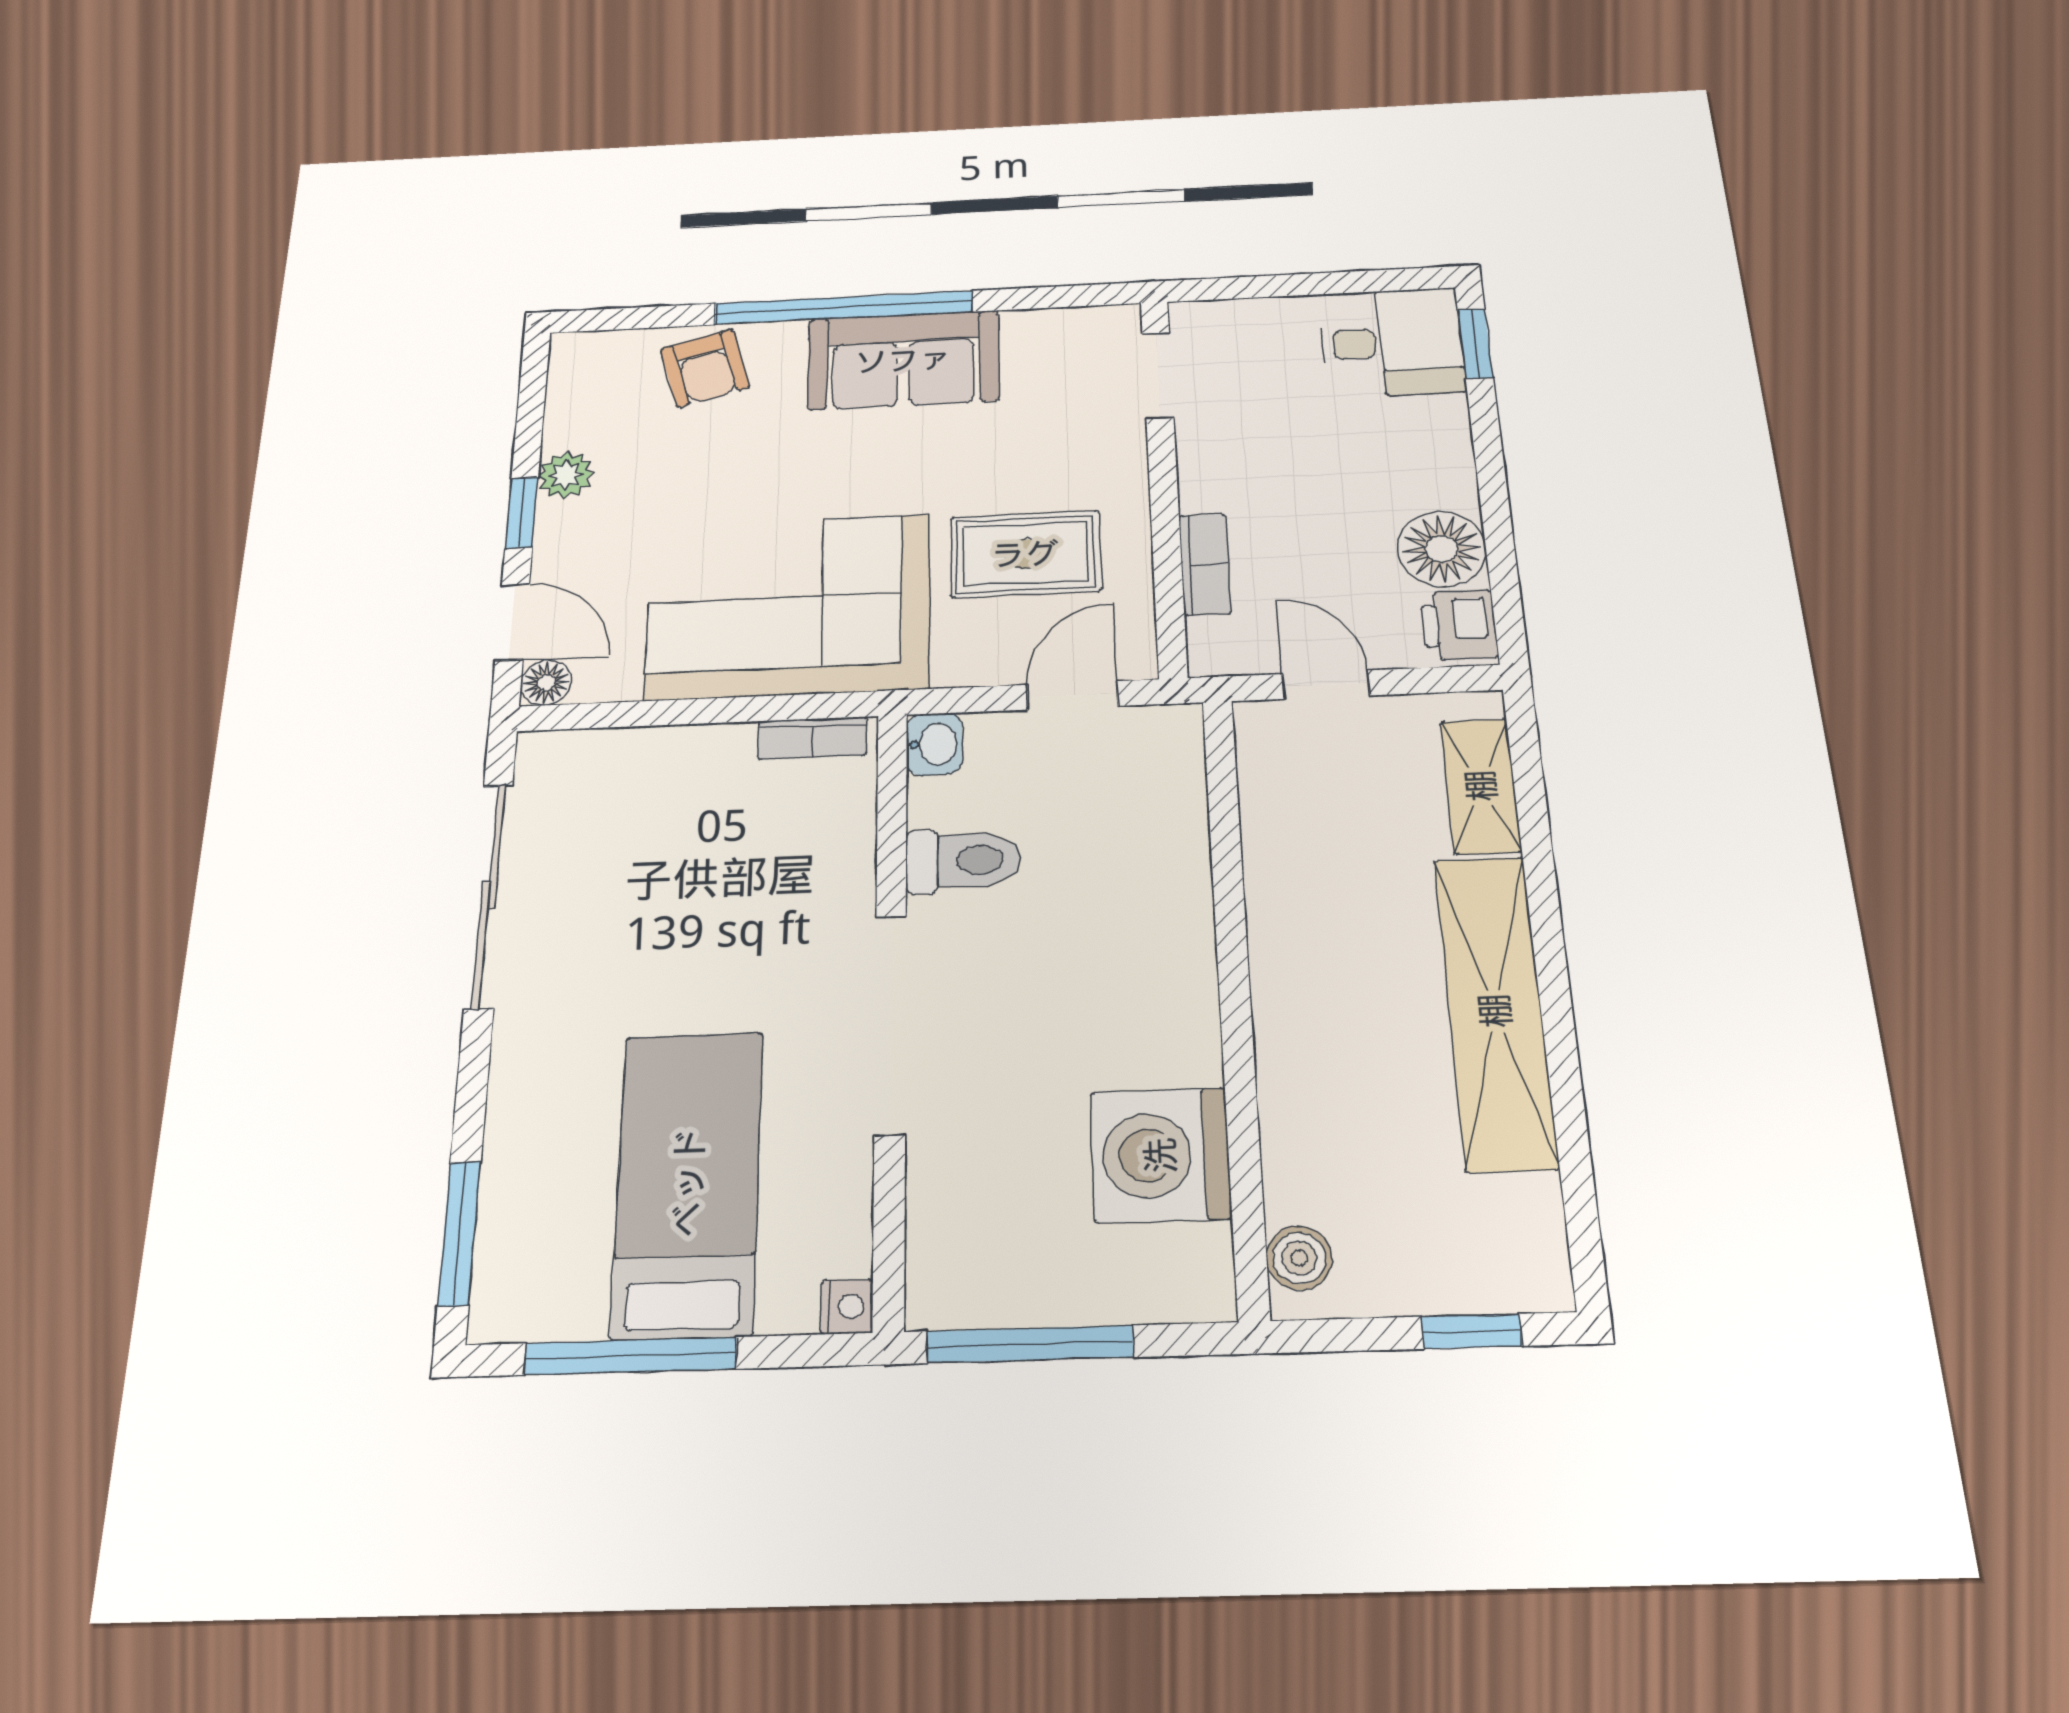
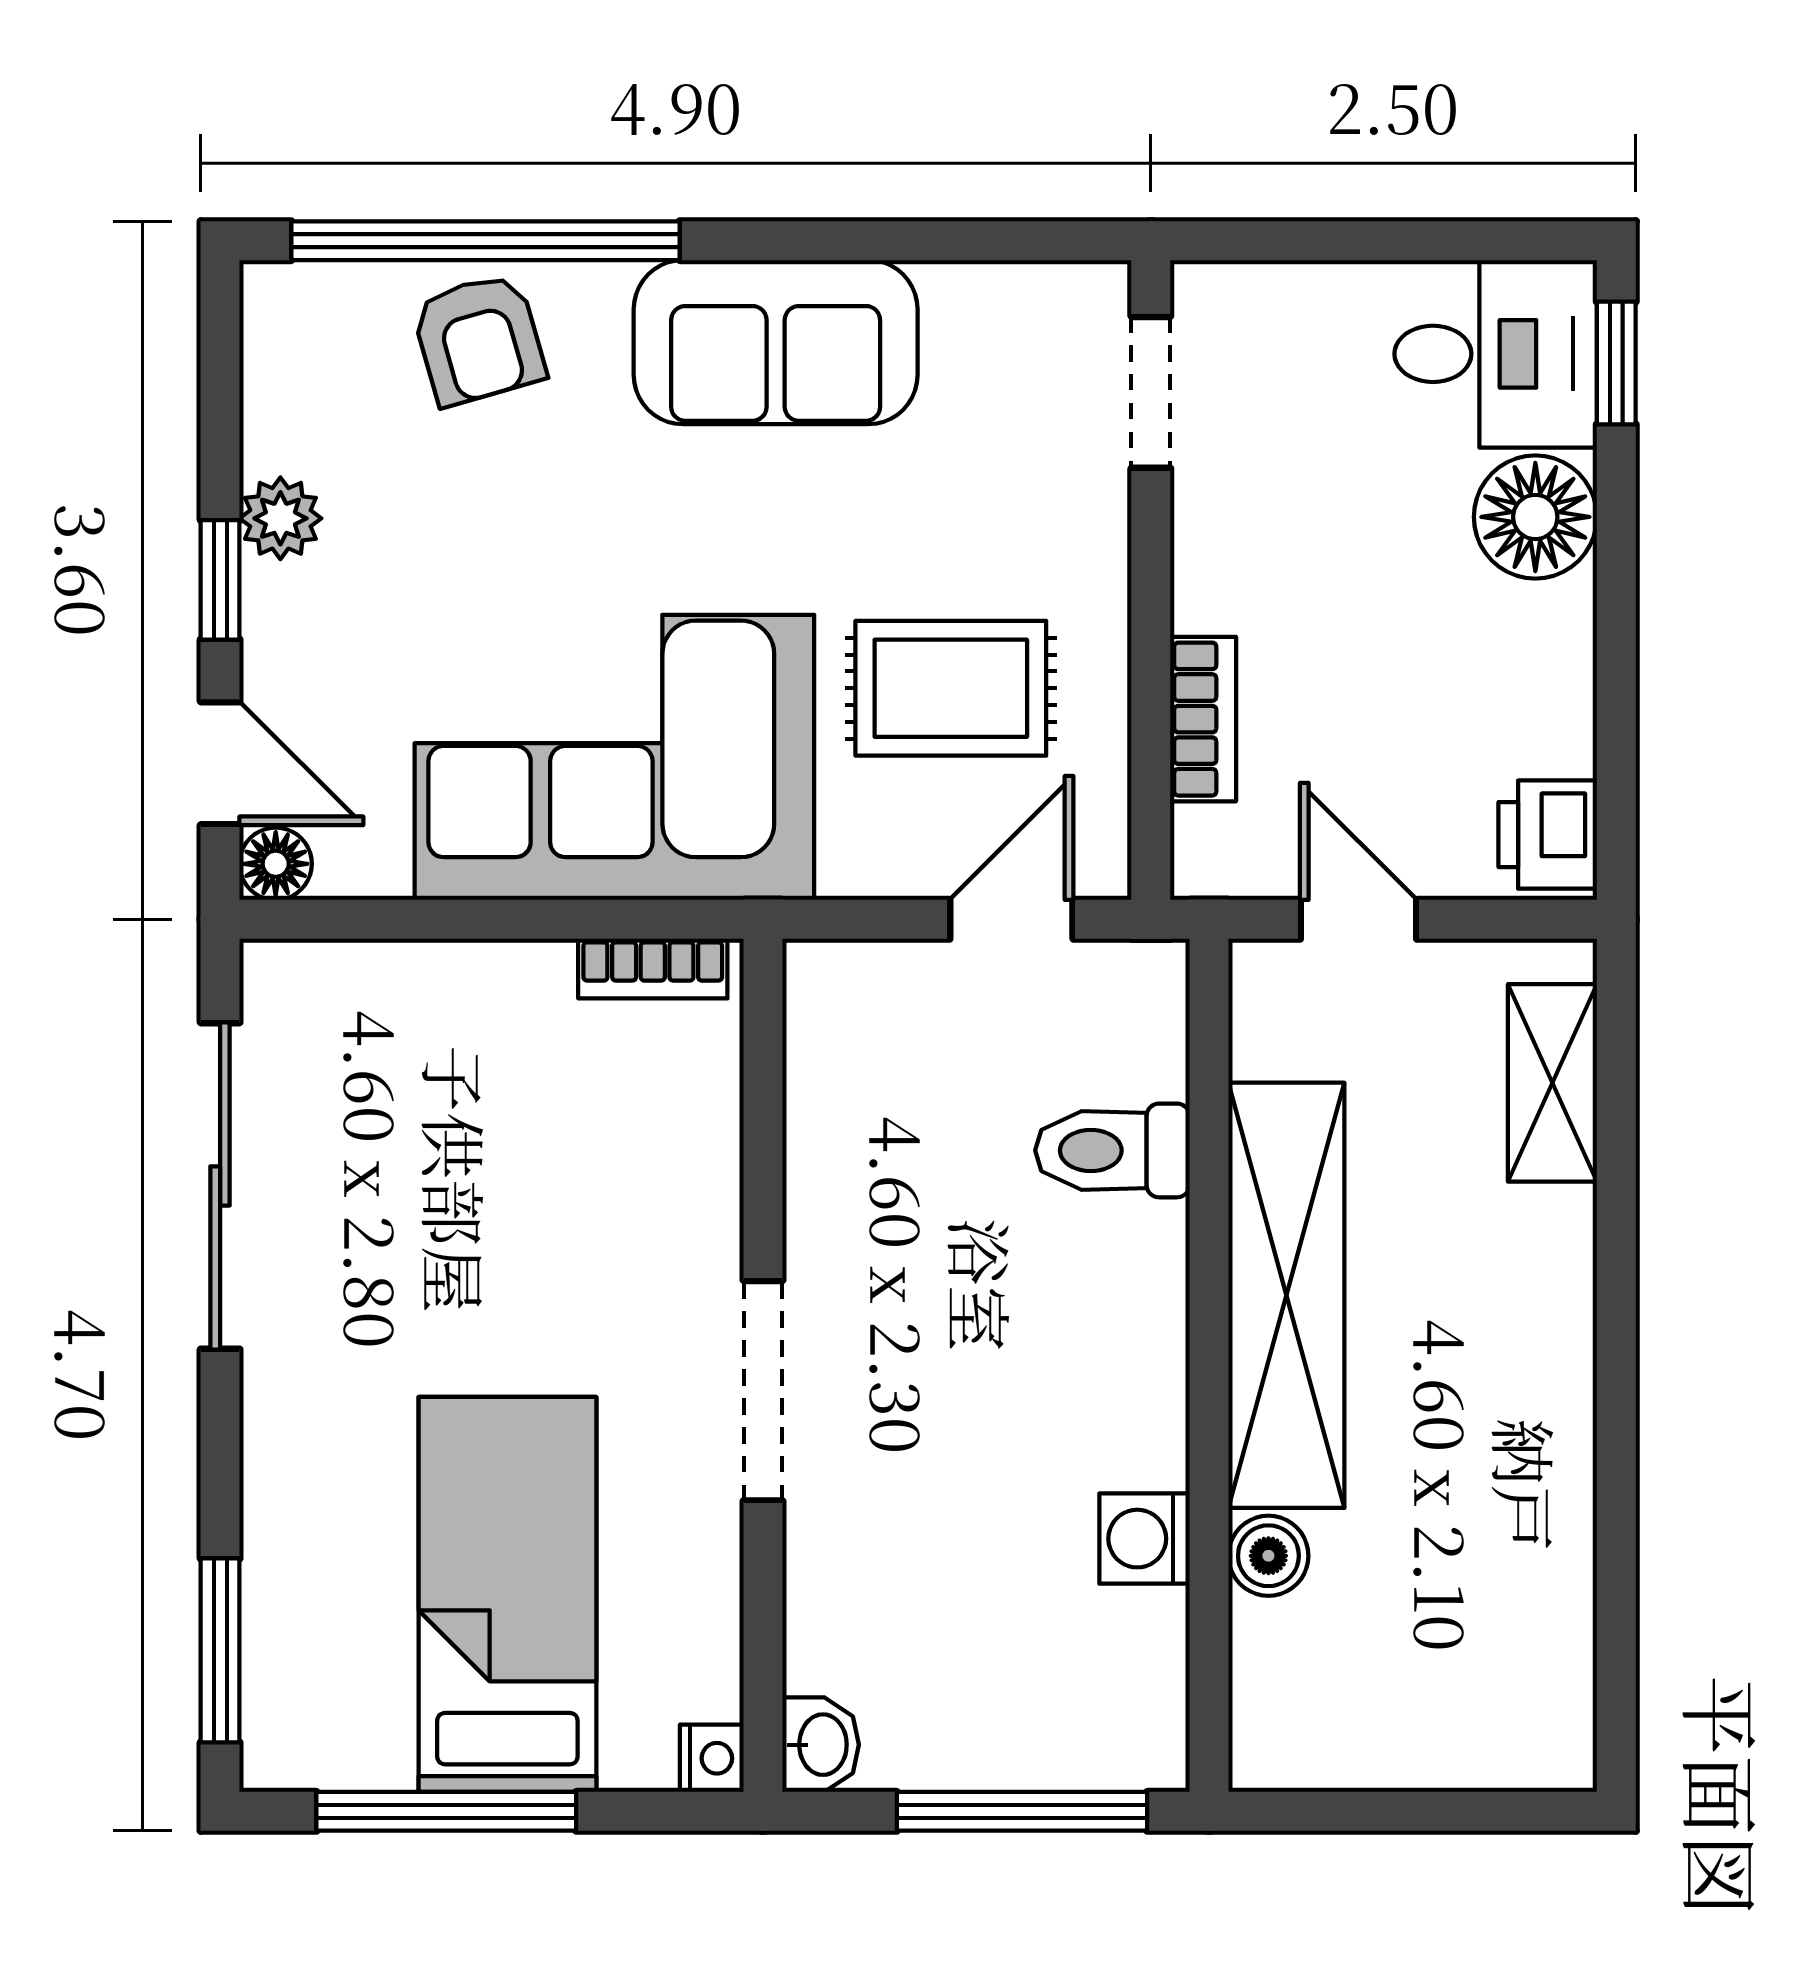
window: (843, 308) -> (485, 241), moved
floor lamp: (1442, 549) -> (1535, 517), moved
washbasin: (934, 744) -> (821, 1745), moved
toilet: (964, 860) -> (1112, 1150), moved, turned 180
shelving: (1495, 1011) -> (1286, 1295), moved
doorway: (890, 1024) -> (763, 1391), width x0.73
washing machine: (1160, 1155) -> (1144, 1539), width x0.53, depth x0.53
boiler: (1299, 1258) -> (1268, 1556), moved
window: (1471, 1331) -> (1469, 1811), removed
window: (1030, 1344) -> (1022, 1811), moved

